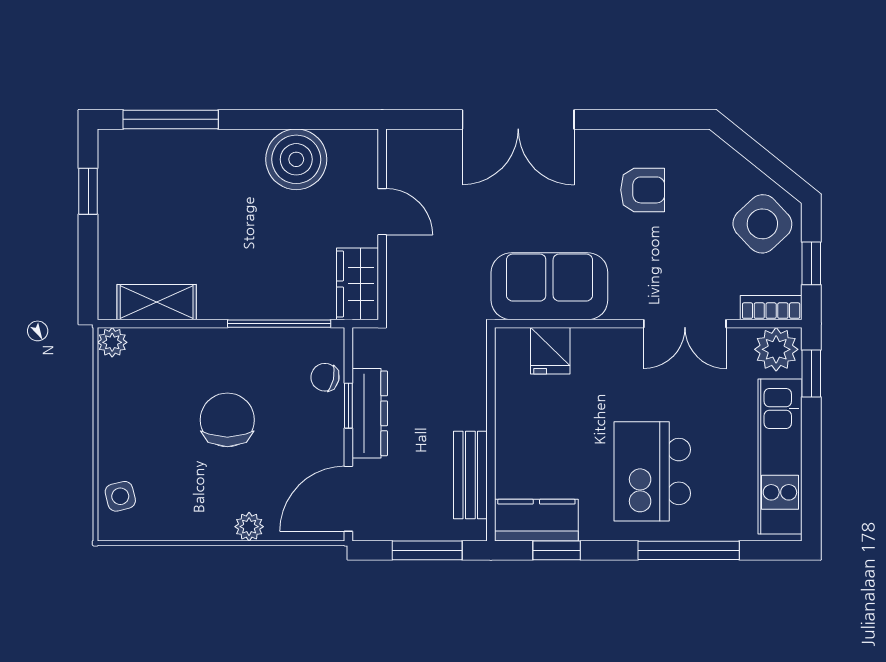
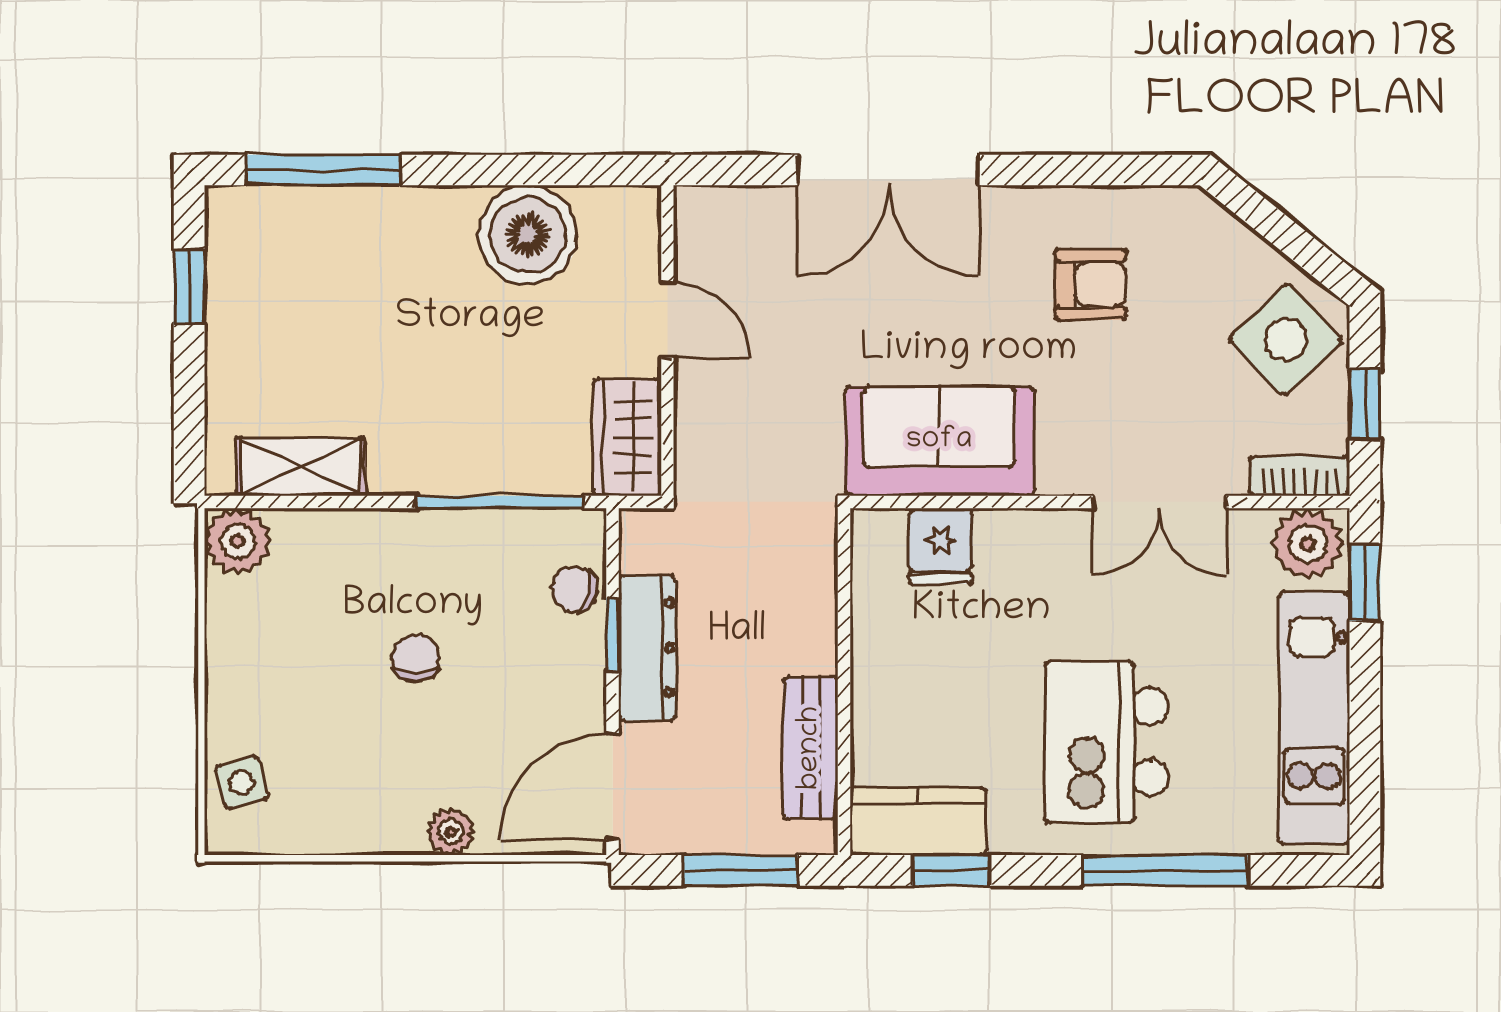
plant: (112, 342) -> (238, 541), width x1.38, depth x1.38
chair: (227, 420) -> (416, 658), width x0.54, depth x0.54

